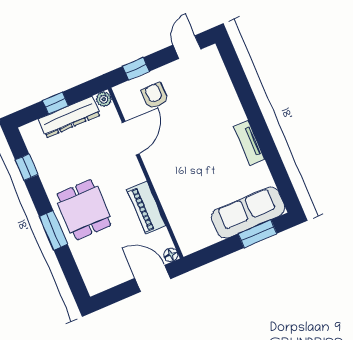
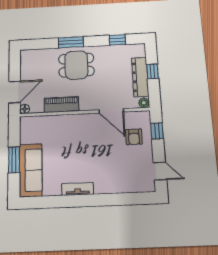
armchair: (155, 96) -> (134, 137), turned 90
window: (257, 234) -> (14, 160), moved

